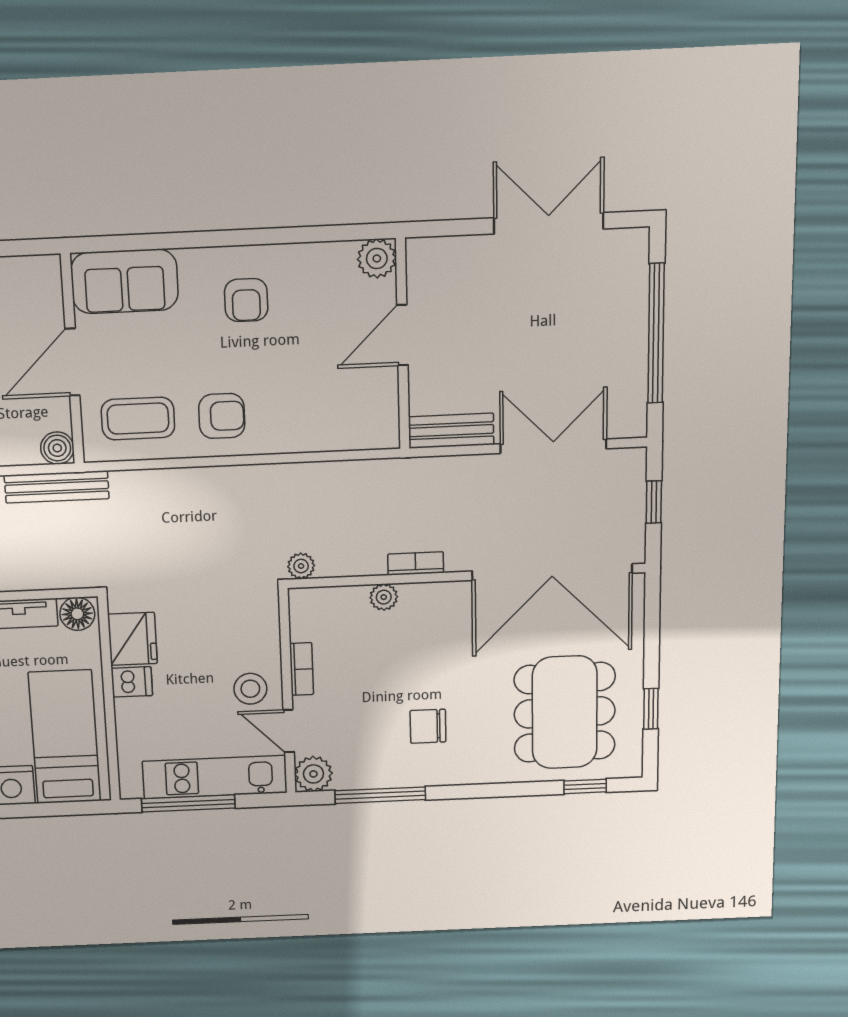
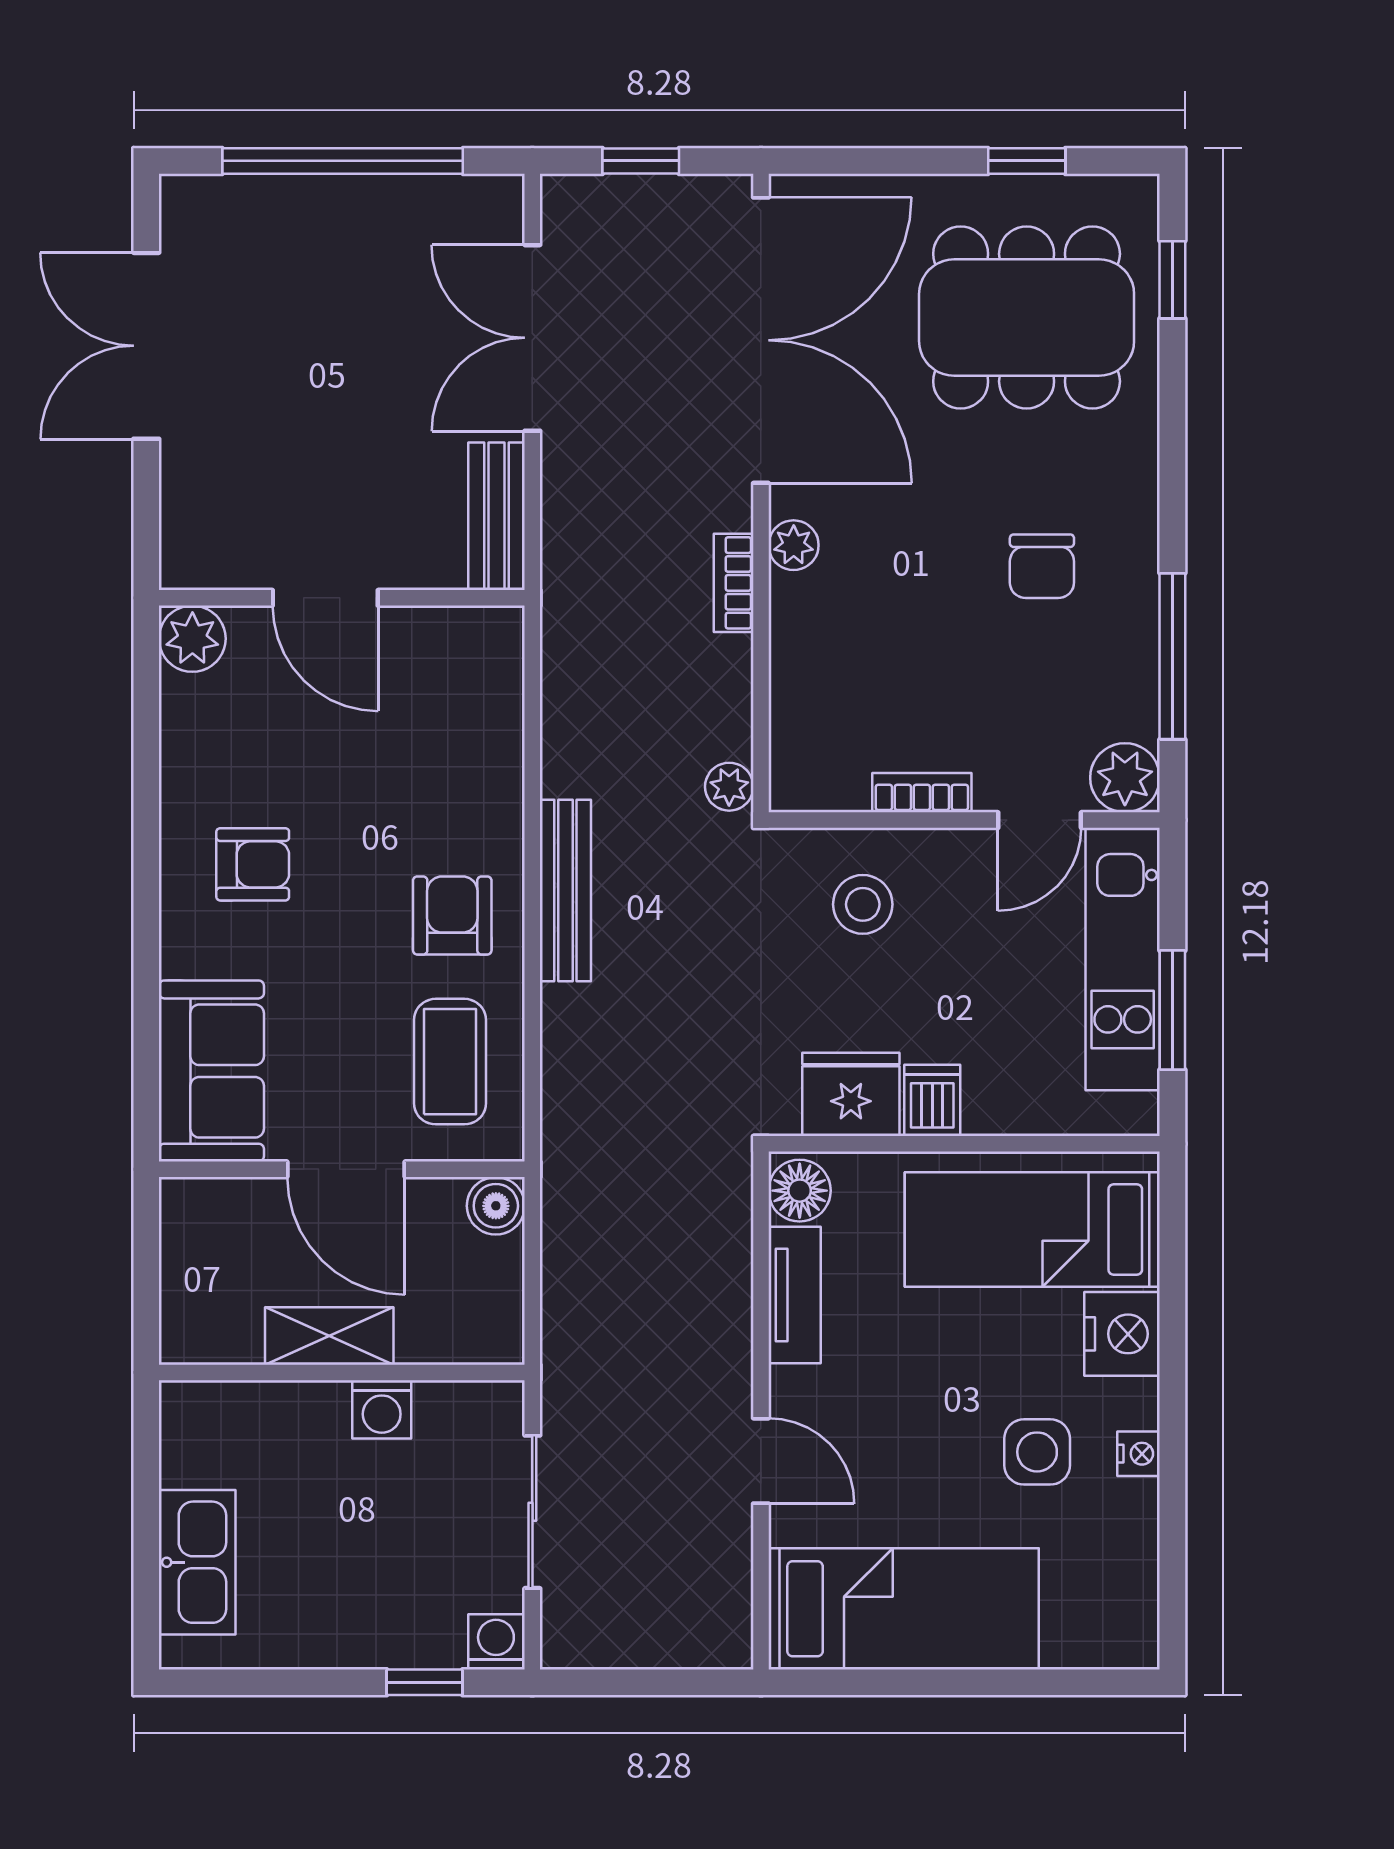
bench: (57, 487) -> (565, 890), moved
plant: (384, 597) -> (794, 545), moved
stool: (250, 689) -> (863, 904), moved
window: (188, 803) -> (1172, 1010), width x0.69

